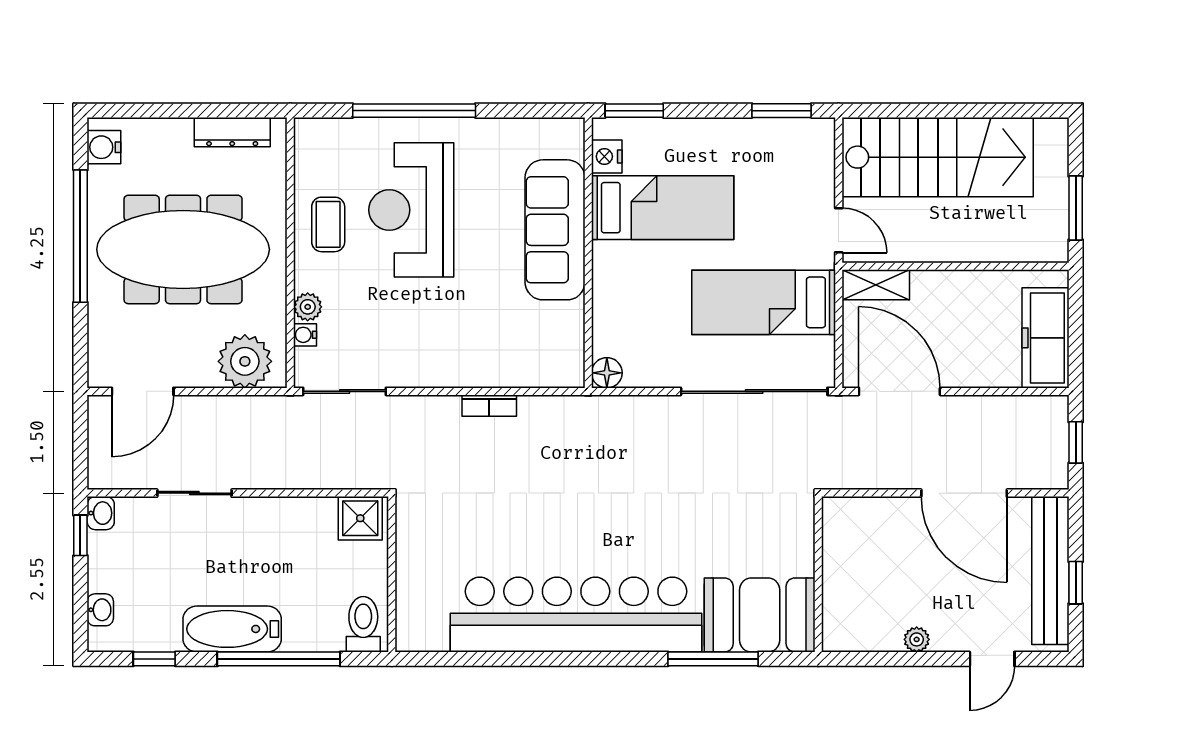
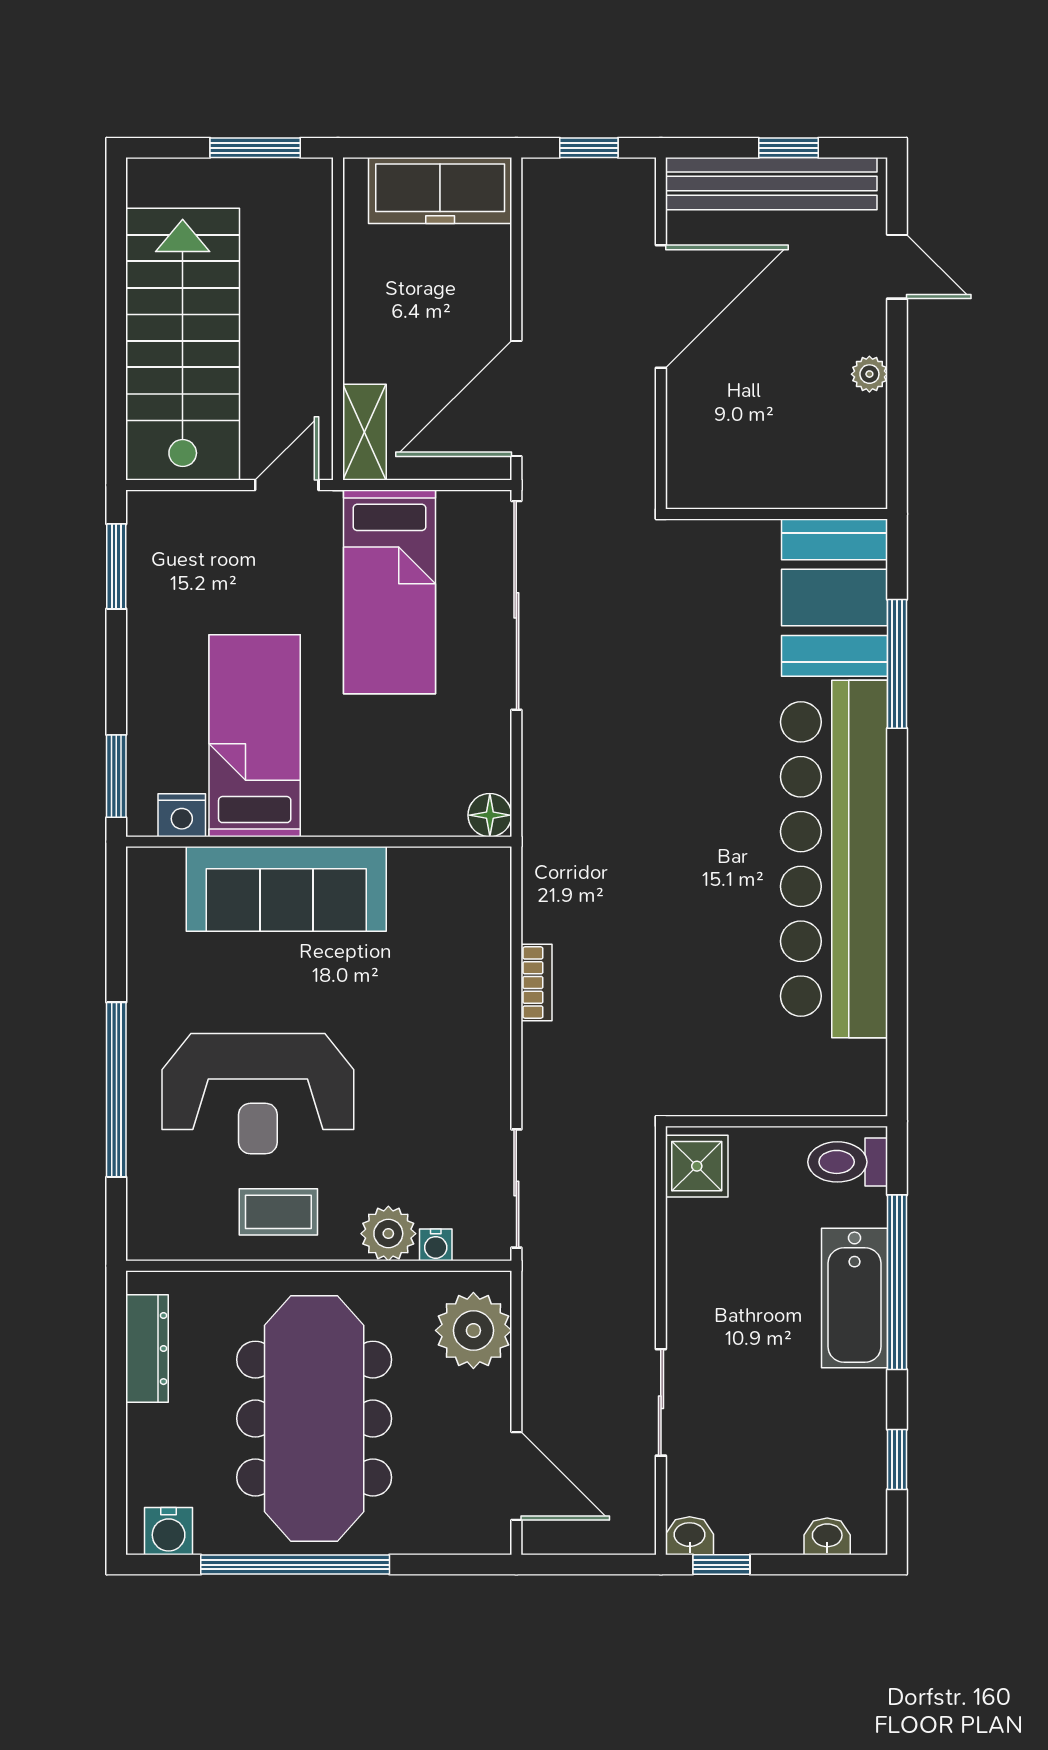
plant: (308, 307) -> (388, 1234), width x1.38, depth x1.38
bathtub: (232, 629) -> (854, 1298), moved

